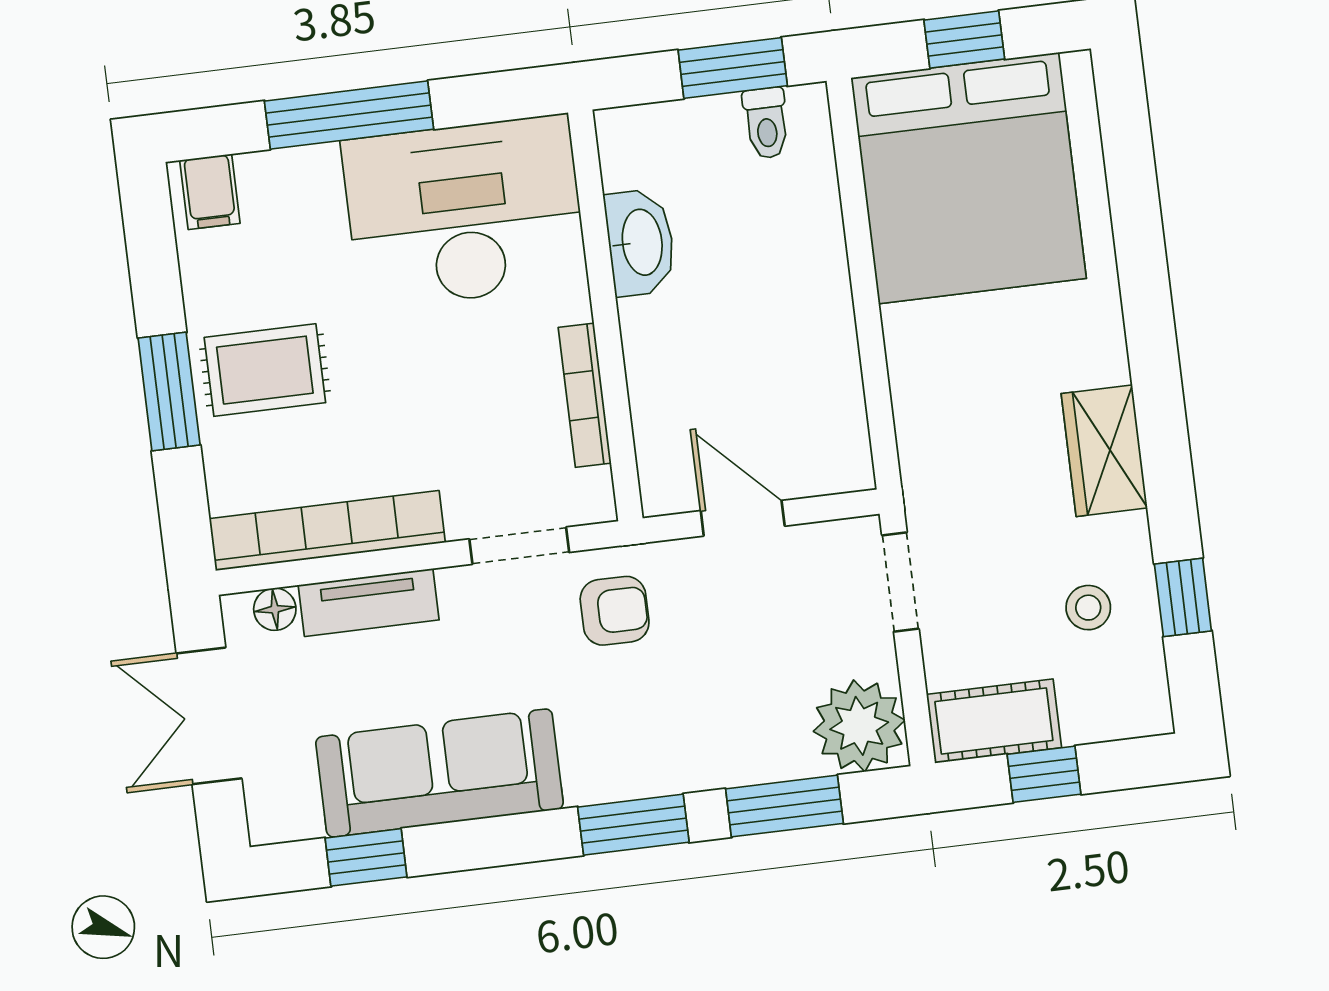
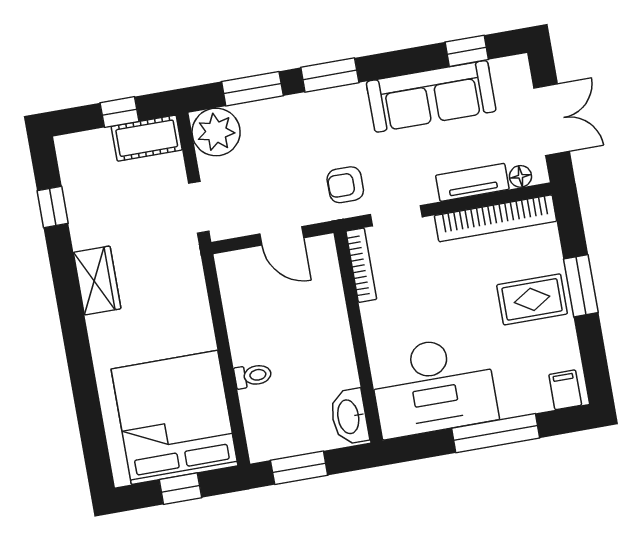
toilet: (766, 123) -> (253, 376), moved, turned 90
washbasin: (640, 242) -> (349, 417), moved
bookcase: (585, 395) -> (361, 265), moved
stool: (1088, 608) -> (101, 199), removed

